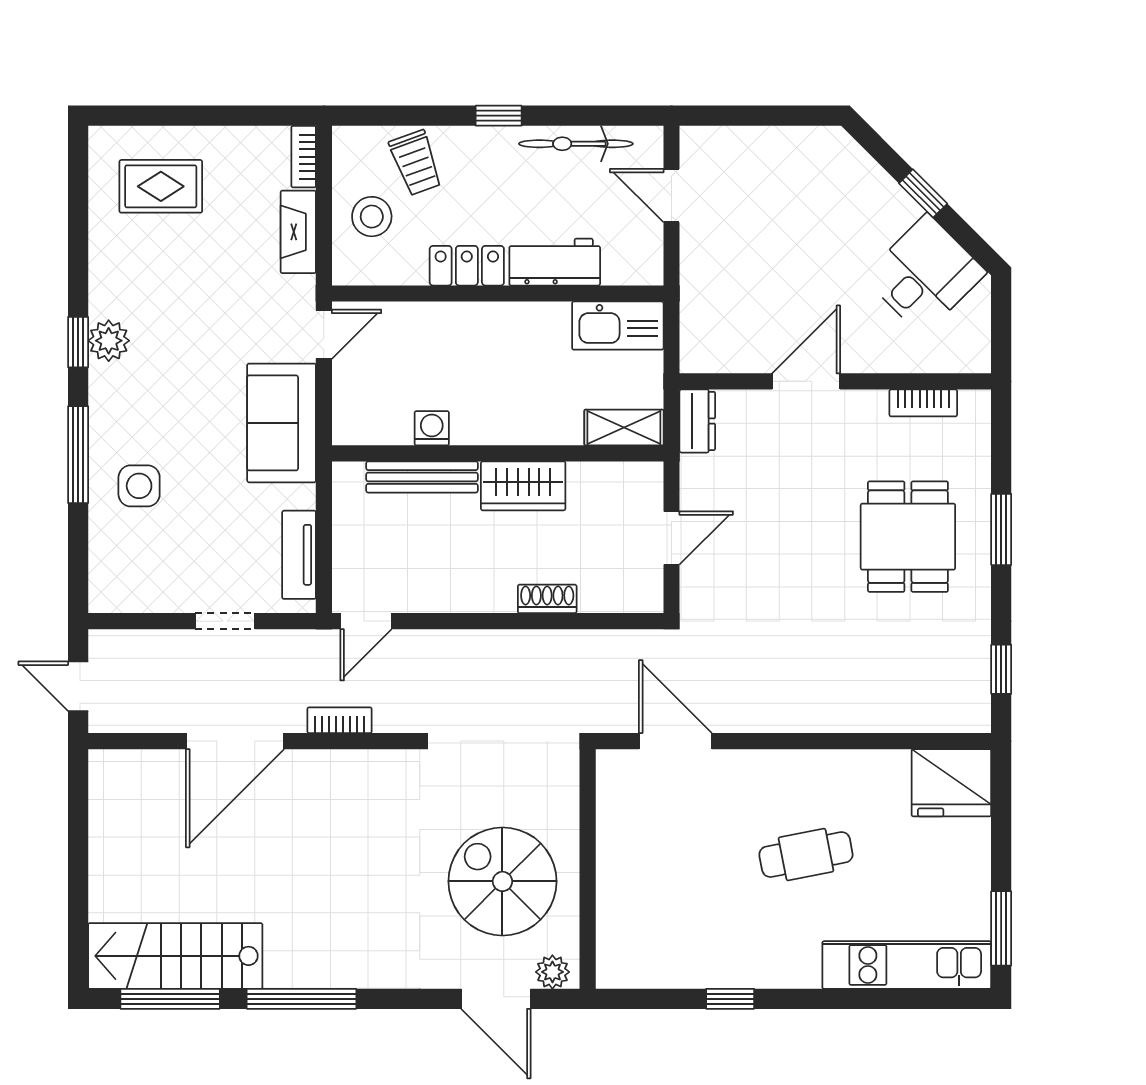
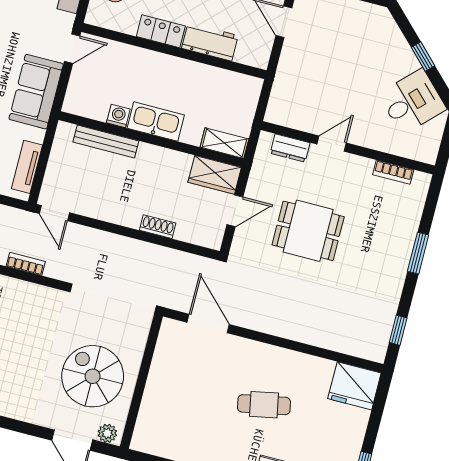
kitchen sink: (618, 326) -> (156, 122), moved, turned 180
door: (806, 381) -> (332, 144), width x0.73
dresser: (697, 421) -> (290, 148), moved, turned 90
wardrobe: (523, 486) -> (215, 175), moved
dining table: (908, 537) -> (308, 231), moved, turned 90
door: (366, 621) -> (54, 213), hinge flipped

